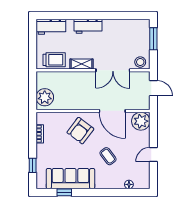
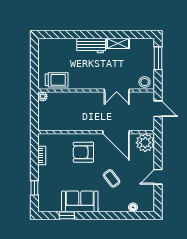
workbench: (51, 27) -> (53, 46), removed
shelving: (82, 64) -> (118, 43), moved
double door: (113, 70) -> (117, 90), width x0.73
plant: (45, 97) -> (43, 96), moved, width x0.53, depth x0.53
armchair: (80, 131) -> (83, 152), turned 53
sofa: (70, 179) -> (80, 201), width x0.73

